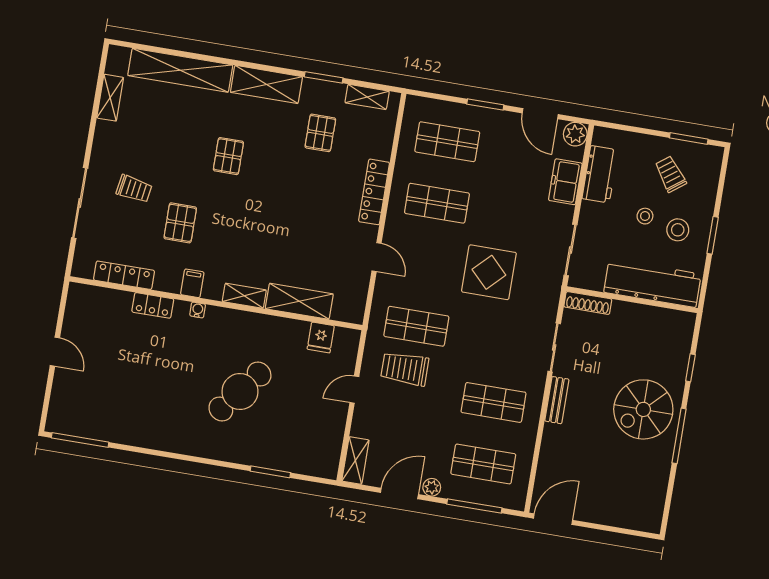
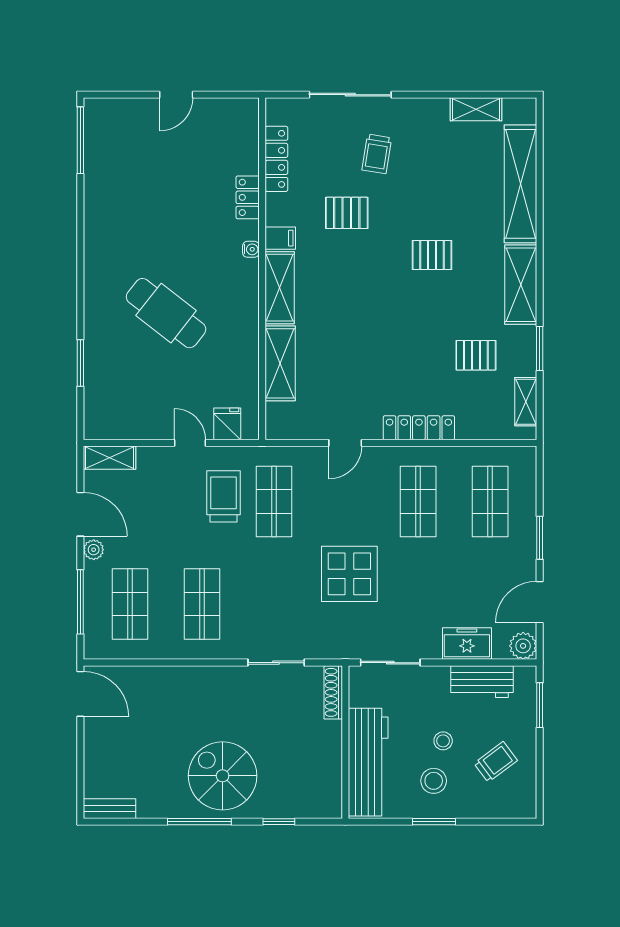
window: (689, 139) -> (540, 705), moved
shelving: (244, 296) -> (280, 288), width x1.50, depth x1.33
fridge: (321, 337) -> (227, 424), moved, turned 90
bench: (557, 400) -> (110, 809), moved

